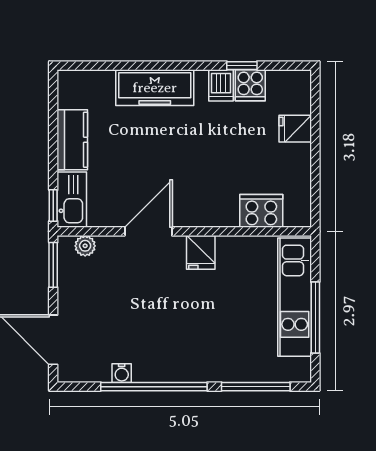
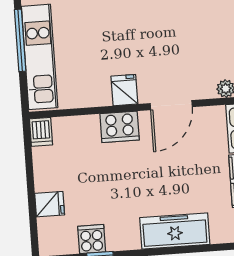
dishwasher: (221, 85) -> (41, 132), moved, turned 180
cooker: (261, 211) -> (120, 127), moved

